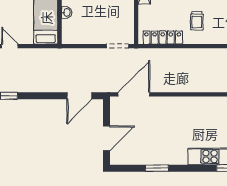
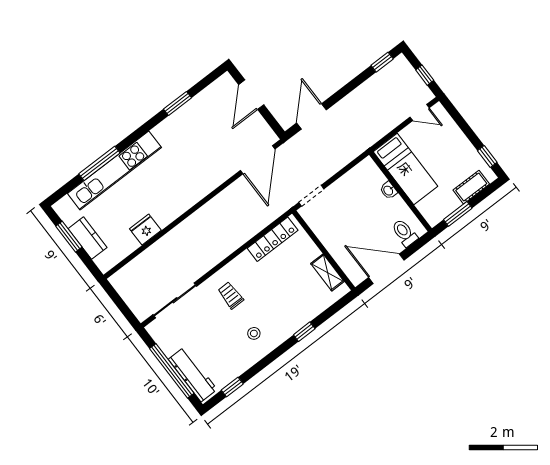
trolley: (197, 21) -> (231, 295), moved

